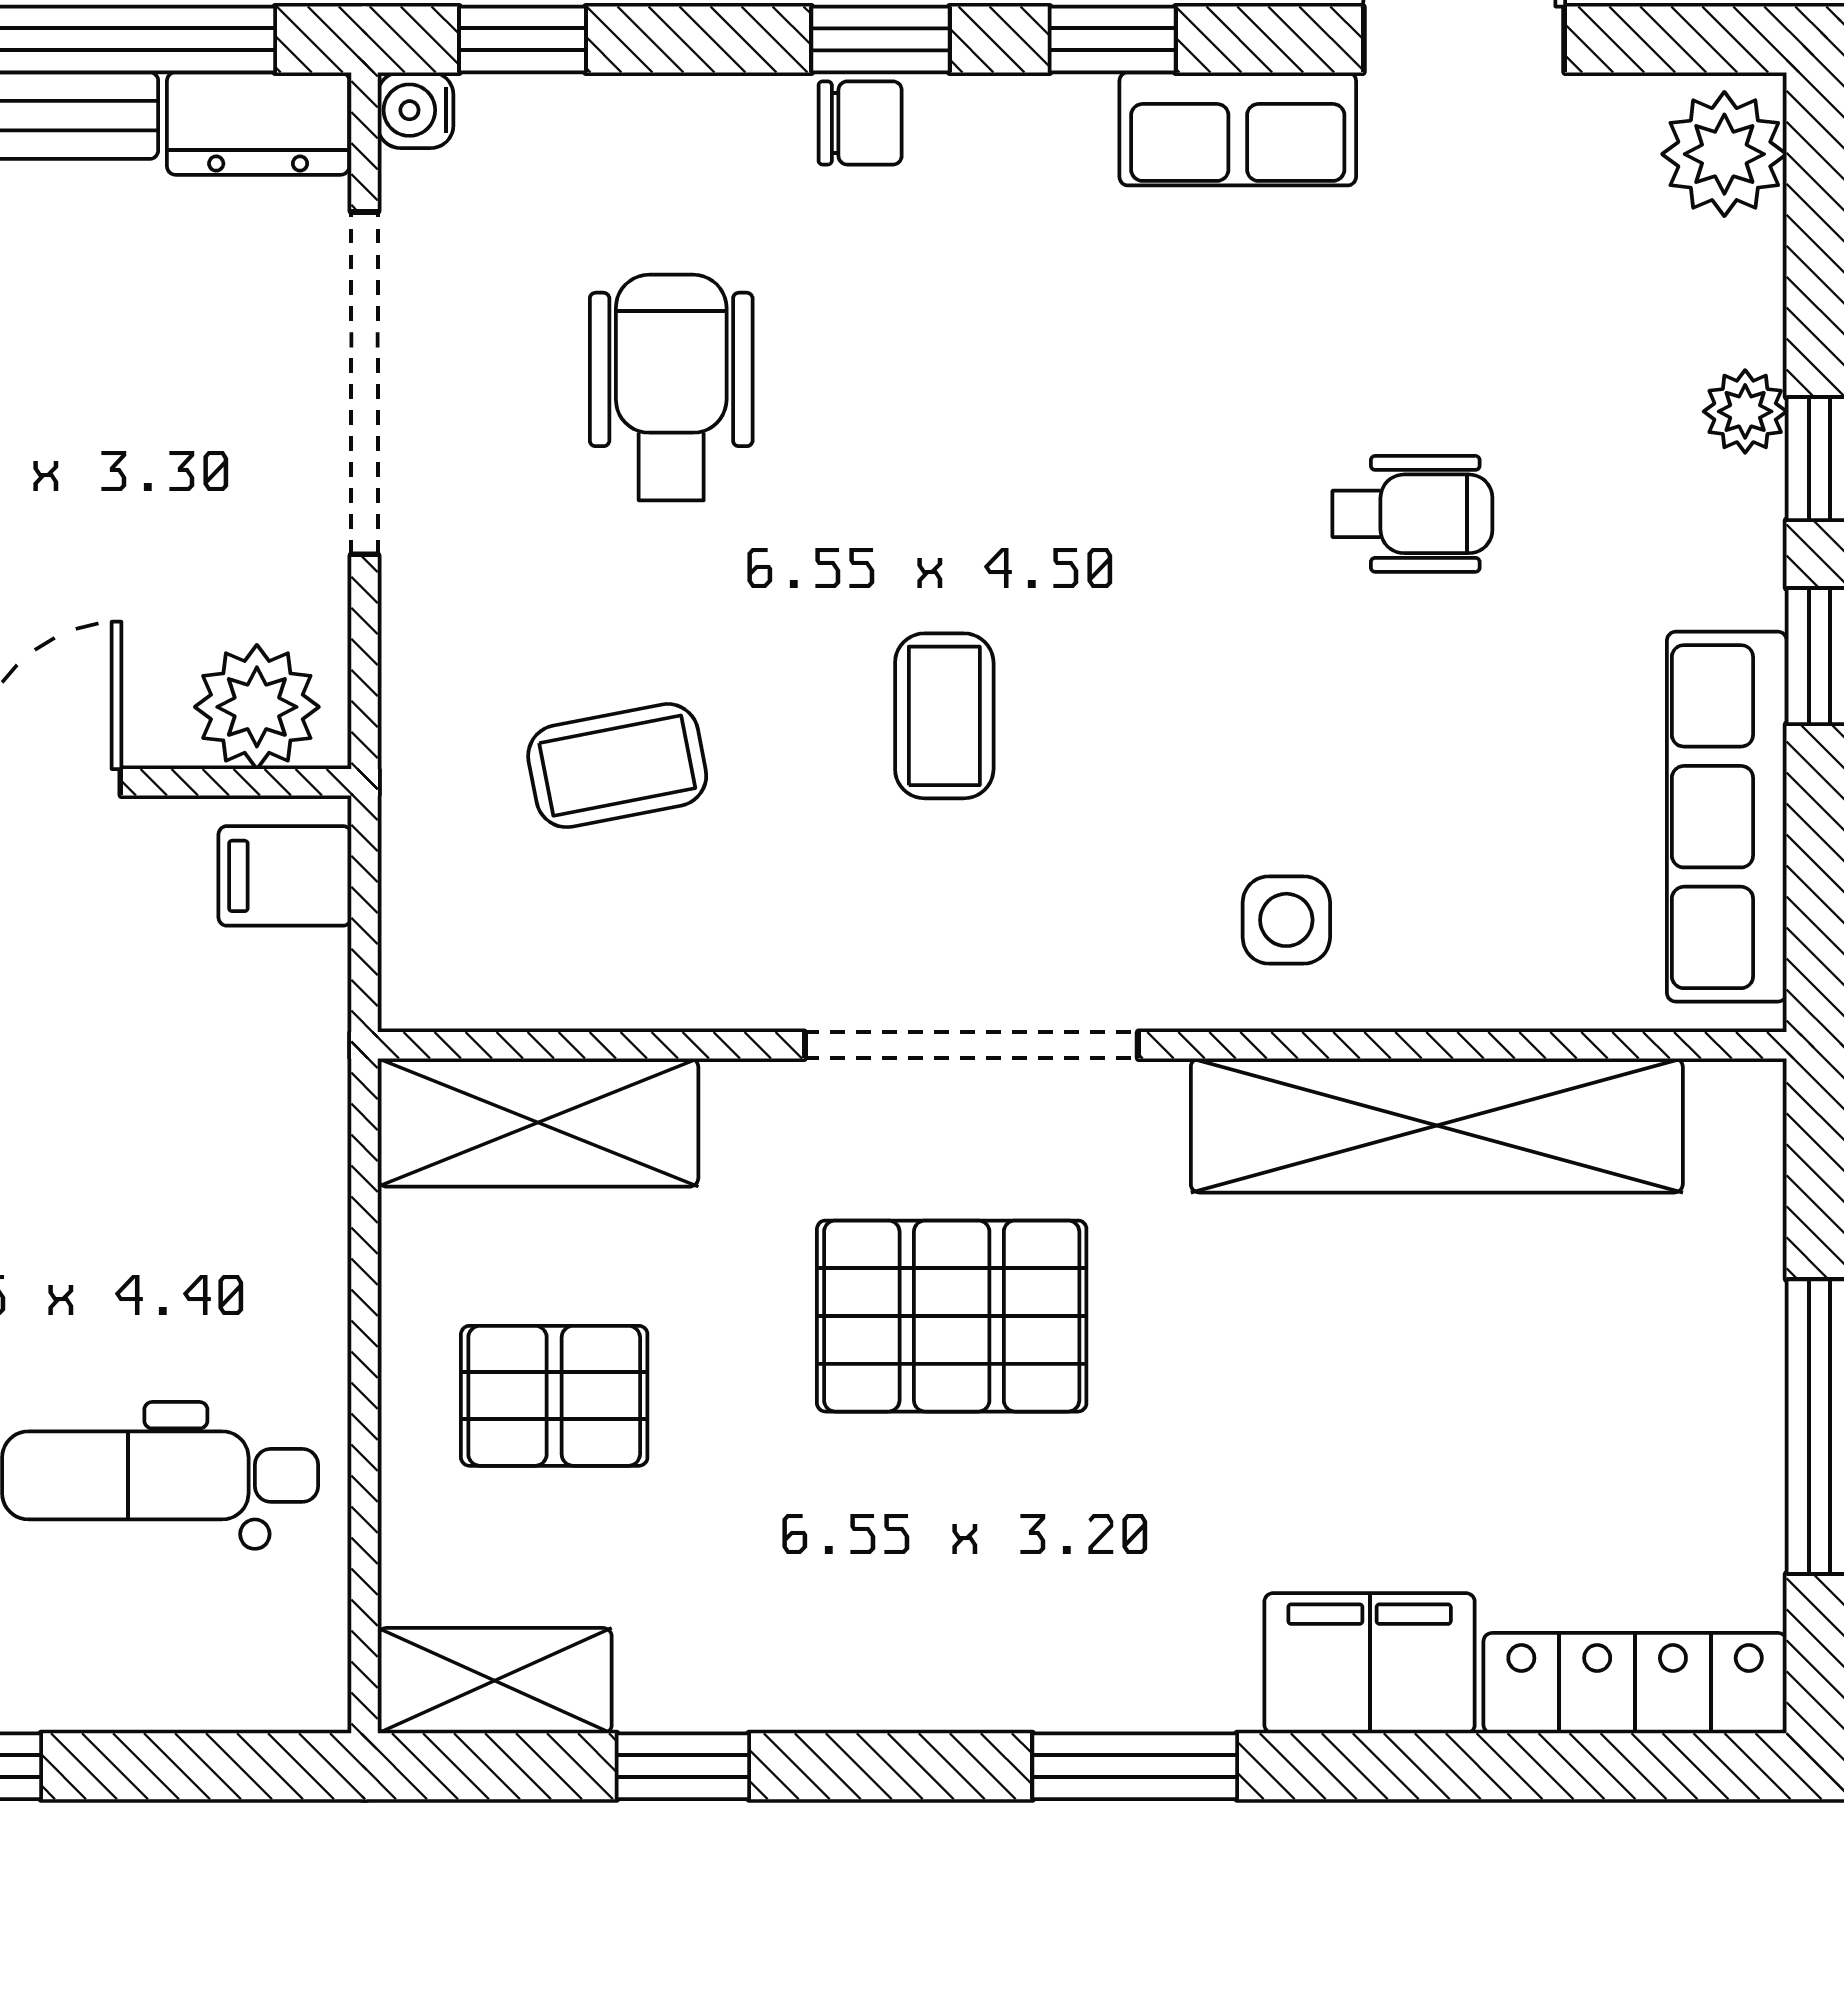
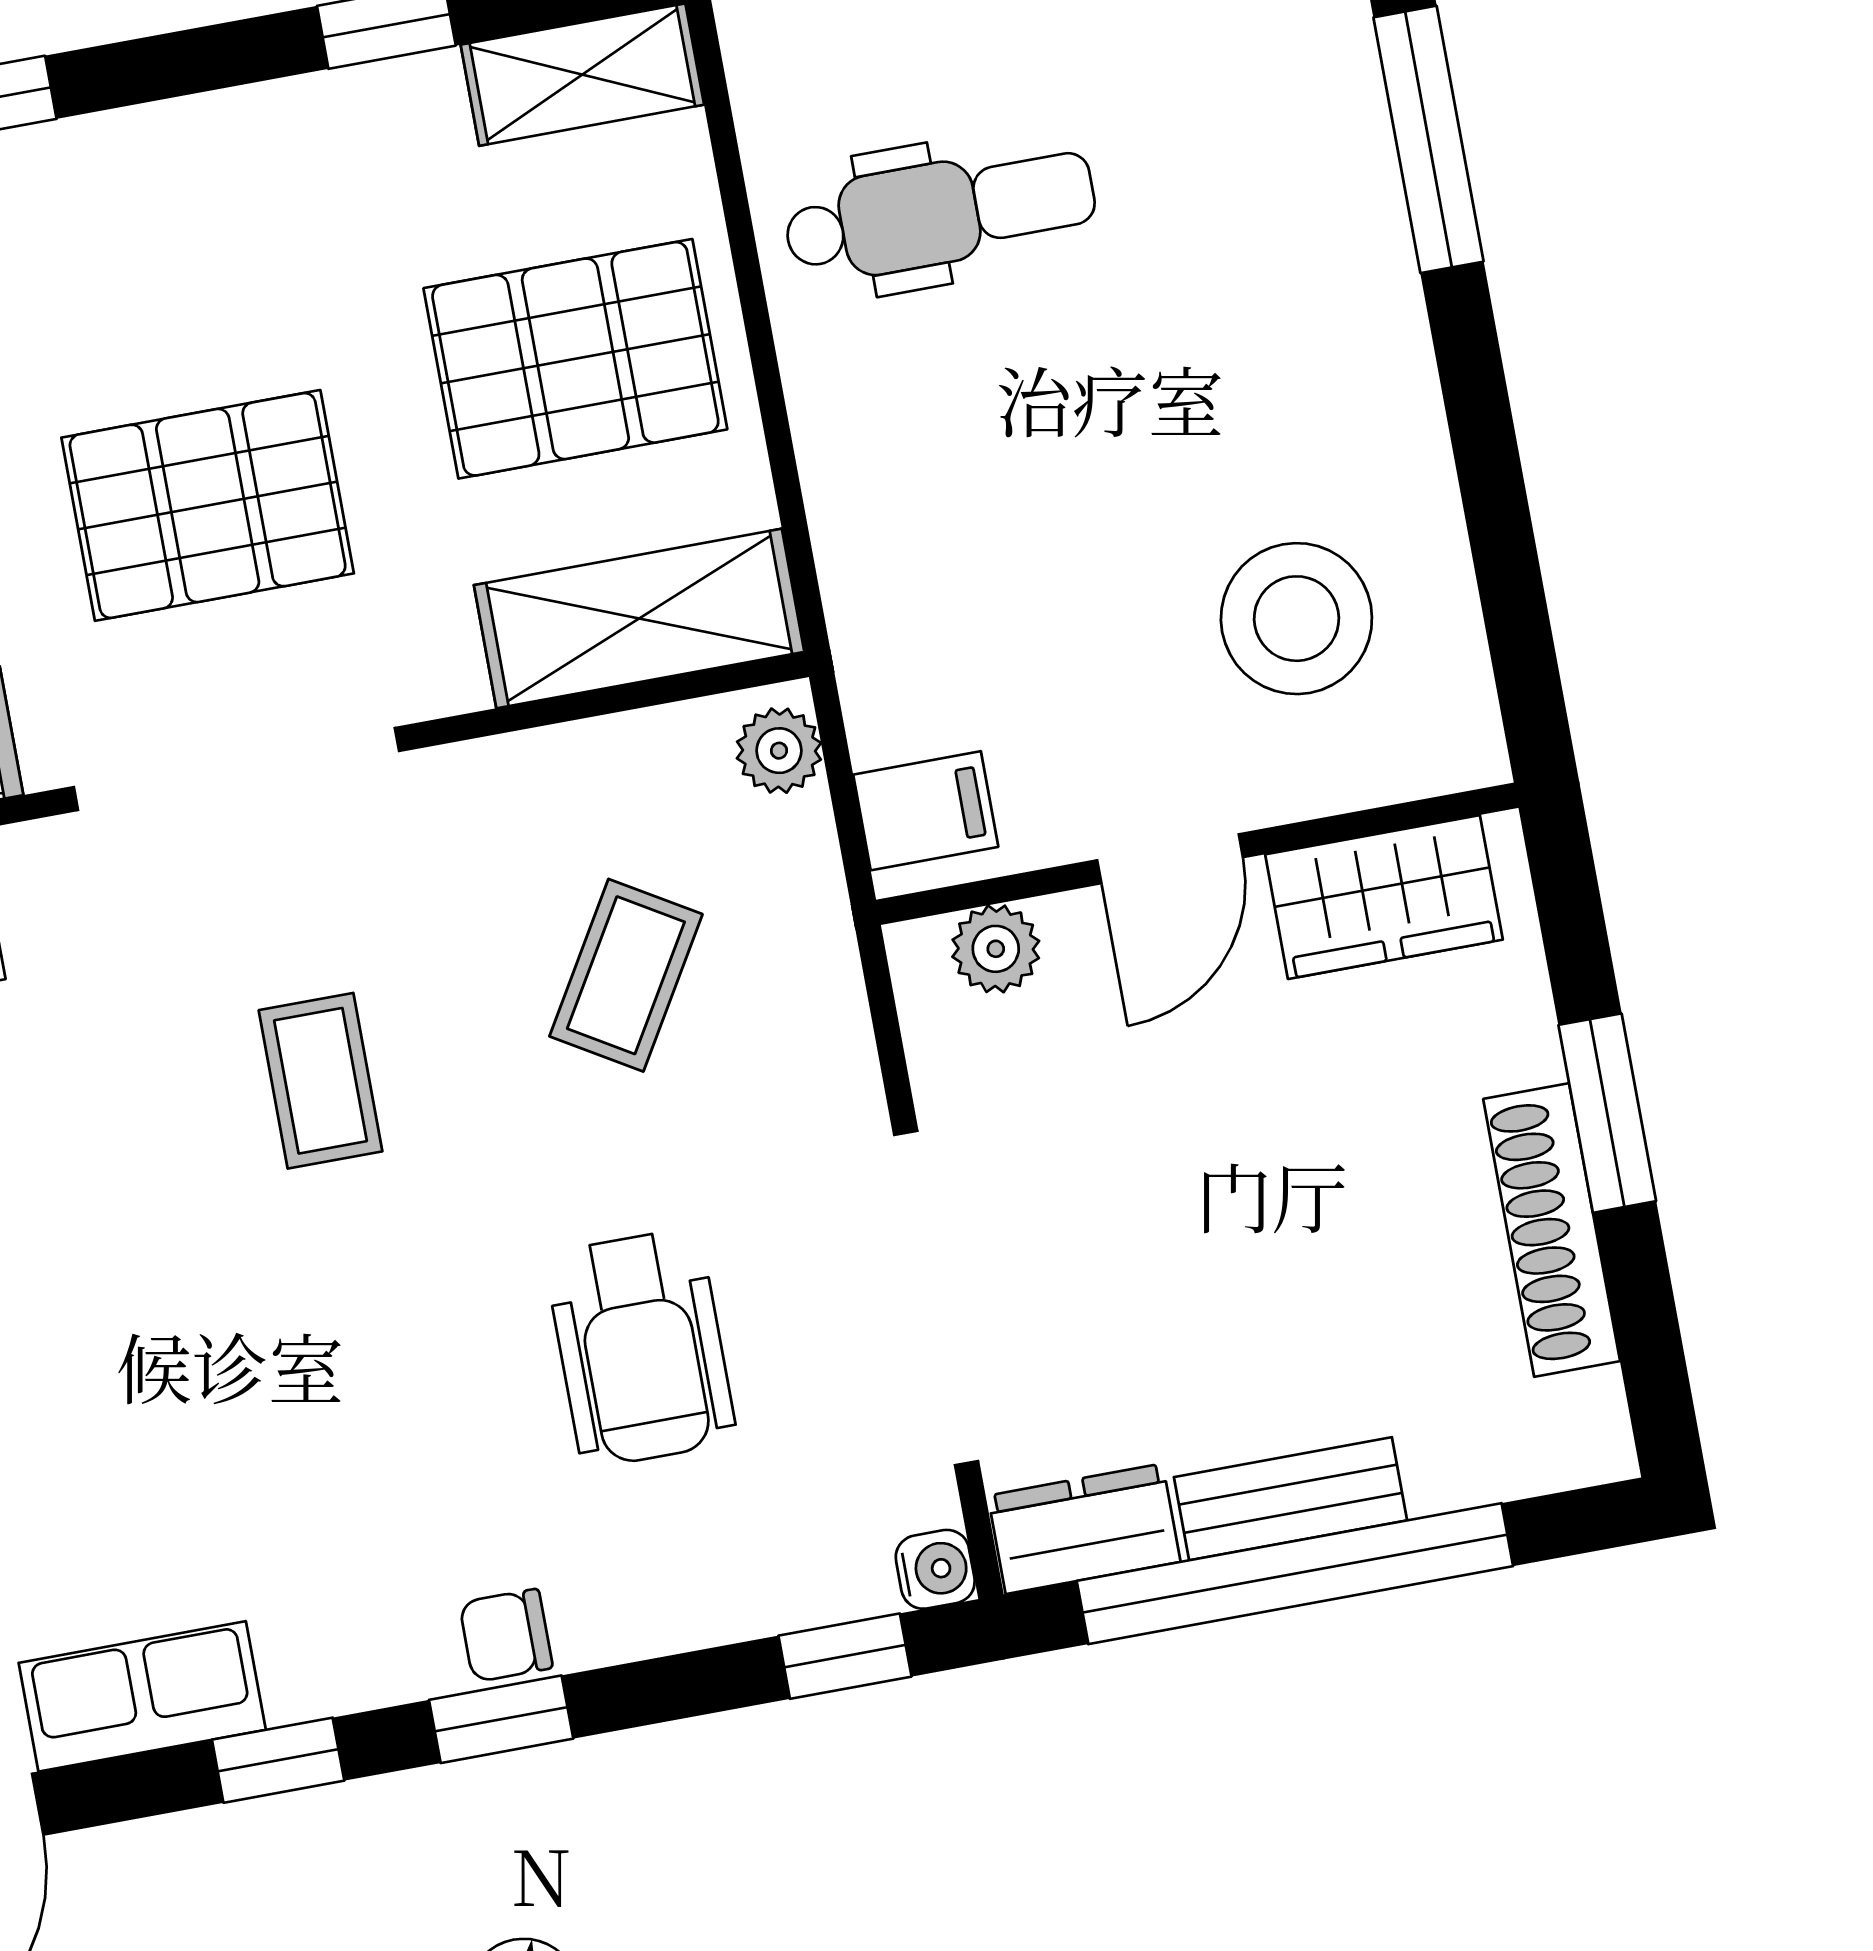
plant: (257, 707) -> (996, 949), width x0.73, depth x0.73
coffee table: (617, 766) -> (626, 975), turned -48
plant: (422, 964) -> (779, 751), added
pallet: (554, 1396) -> (575, 359), width x1.50, depth x1.42

